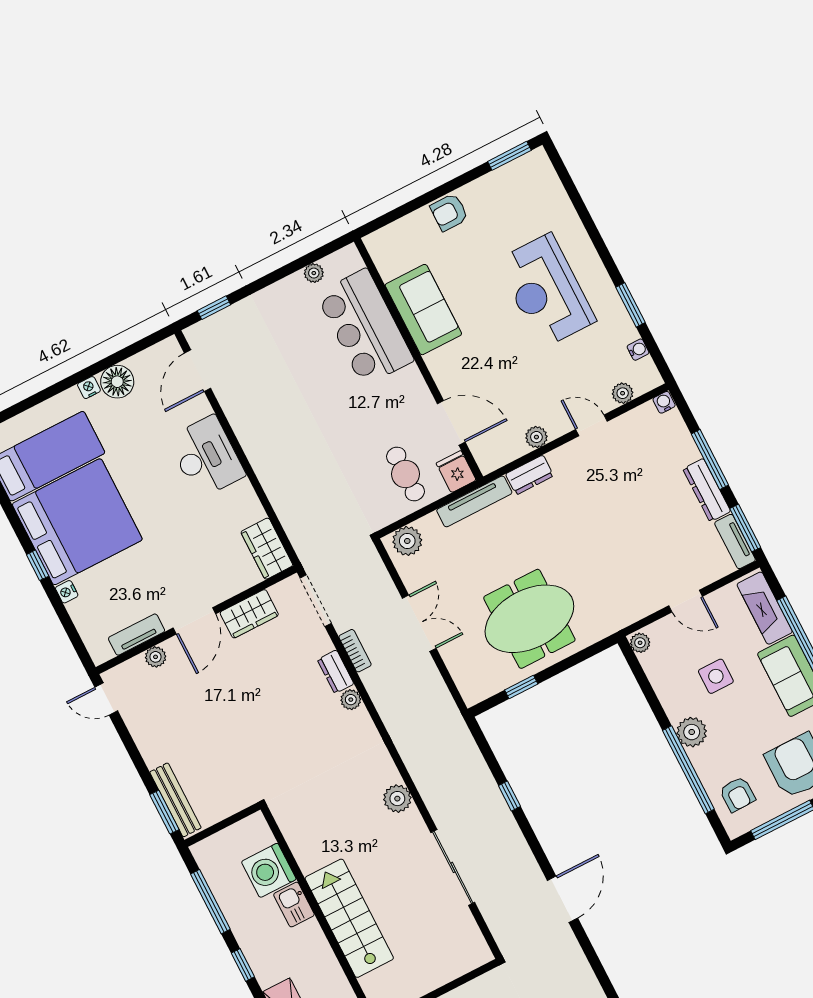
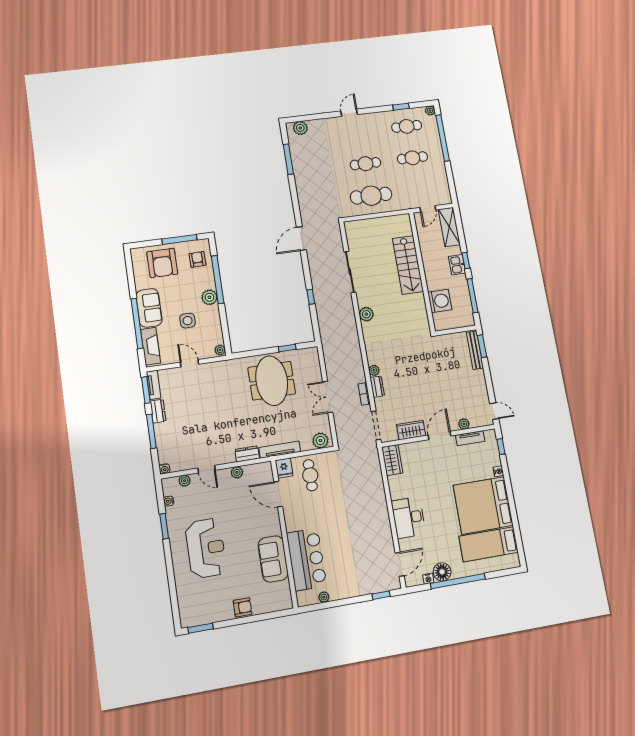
window: (84, 374) -> (458, 581), added
nightstand: (89, 388) -> (428, 579), moved
dresser: (707, 490) -> (158, 411), width x0.70
window: (38, 565) -> (501, 447), moved
meeting table: (529, 619) -> (272, 381), turned 90
kitchen sink: (294, 905) -> (457, 265), moved, turned 180

